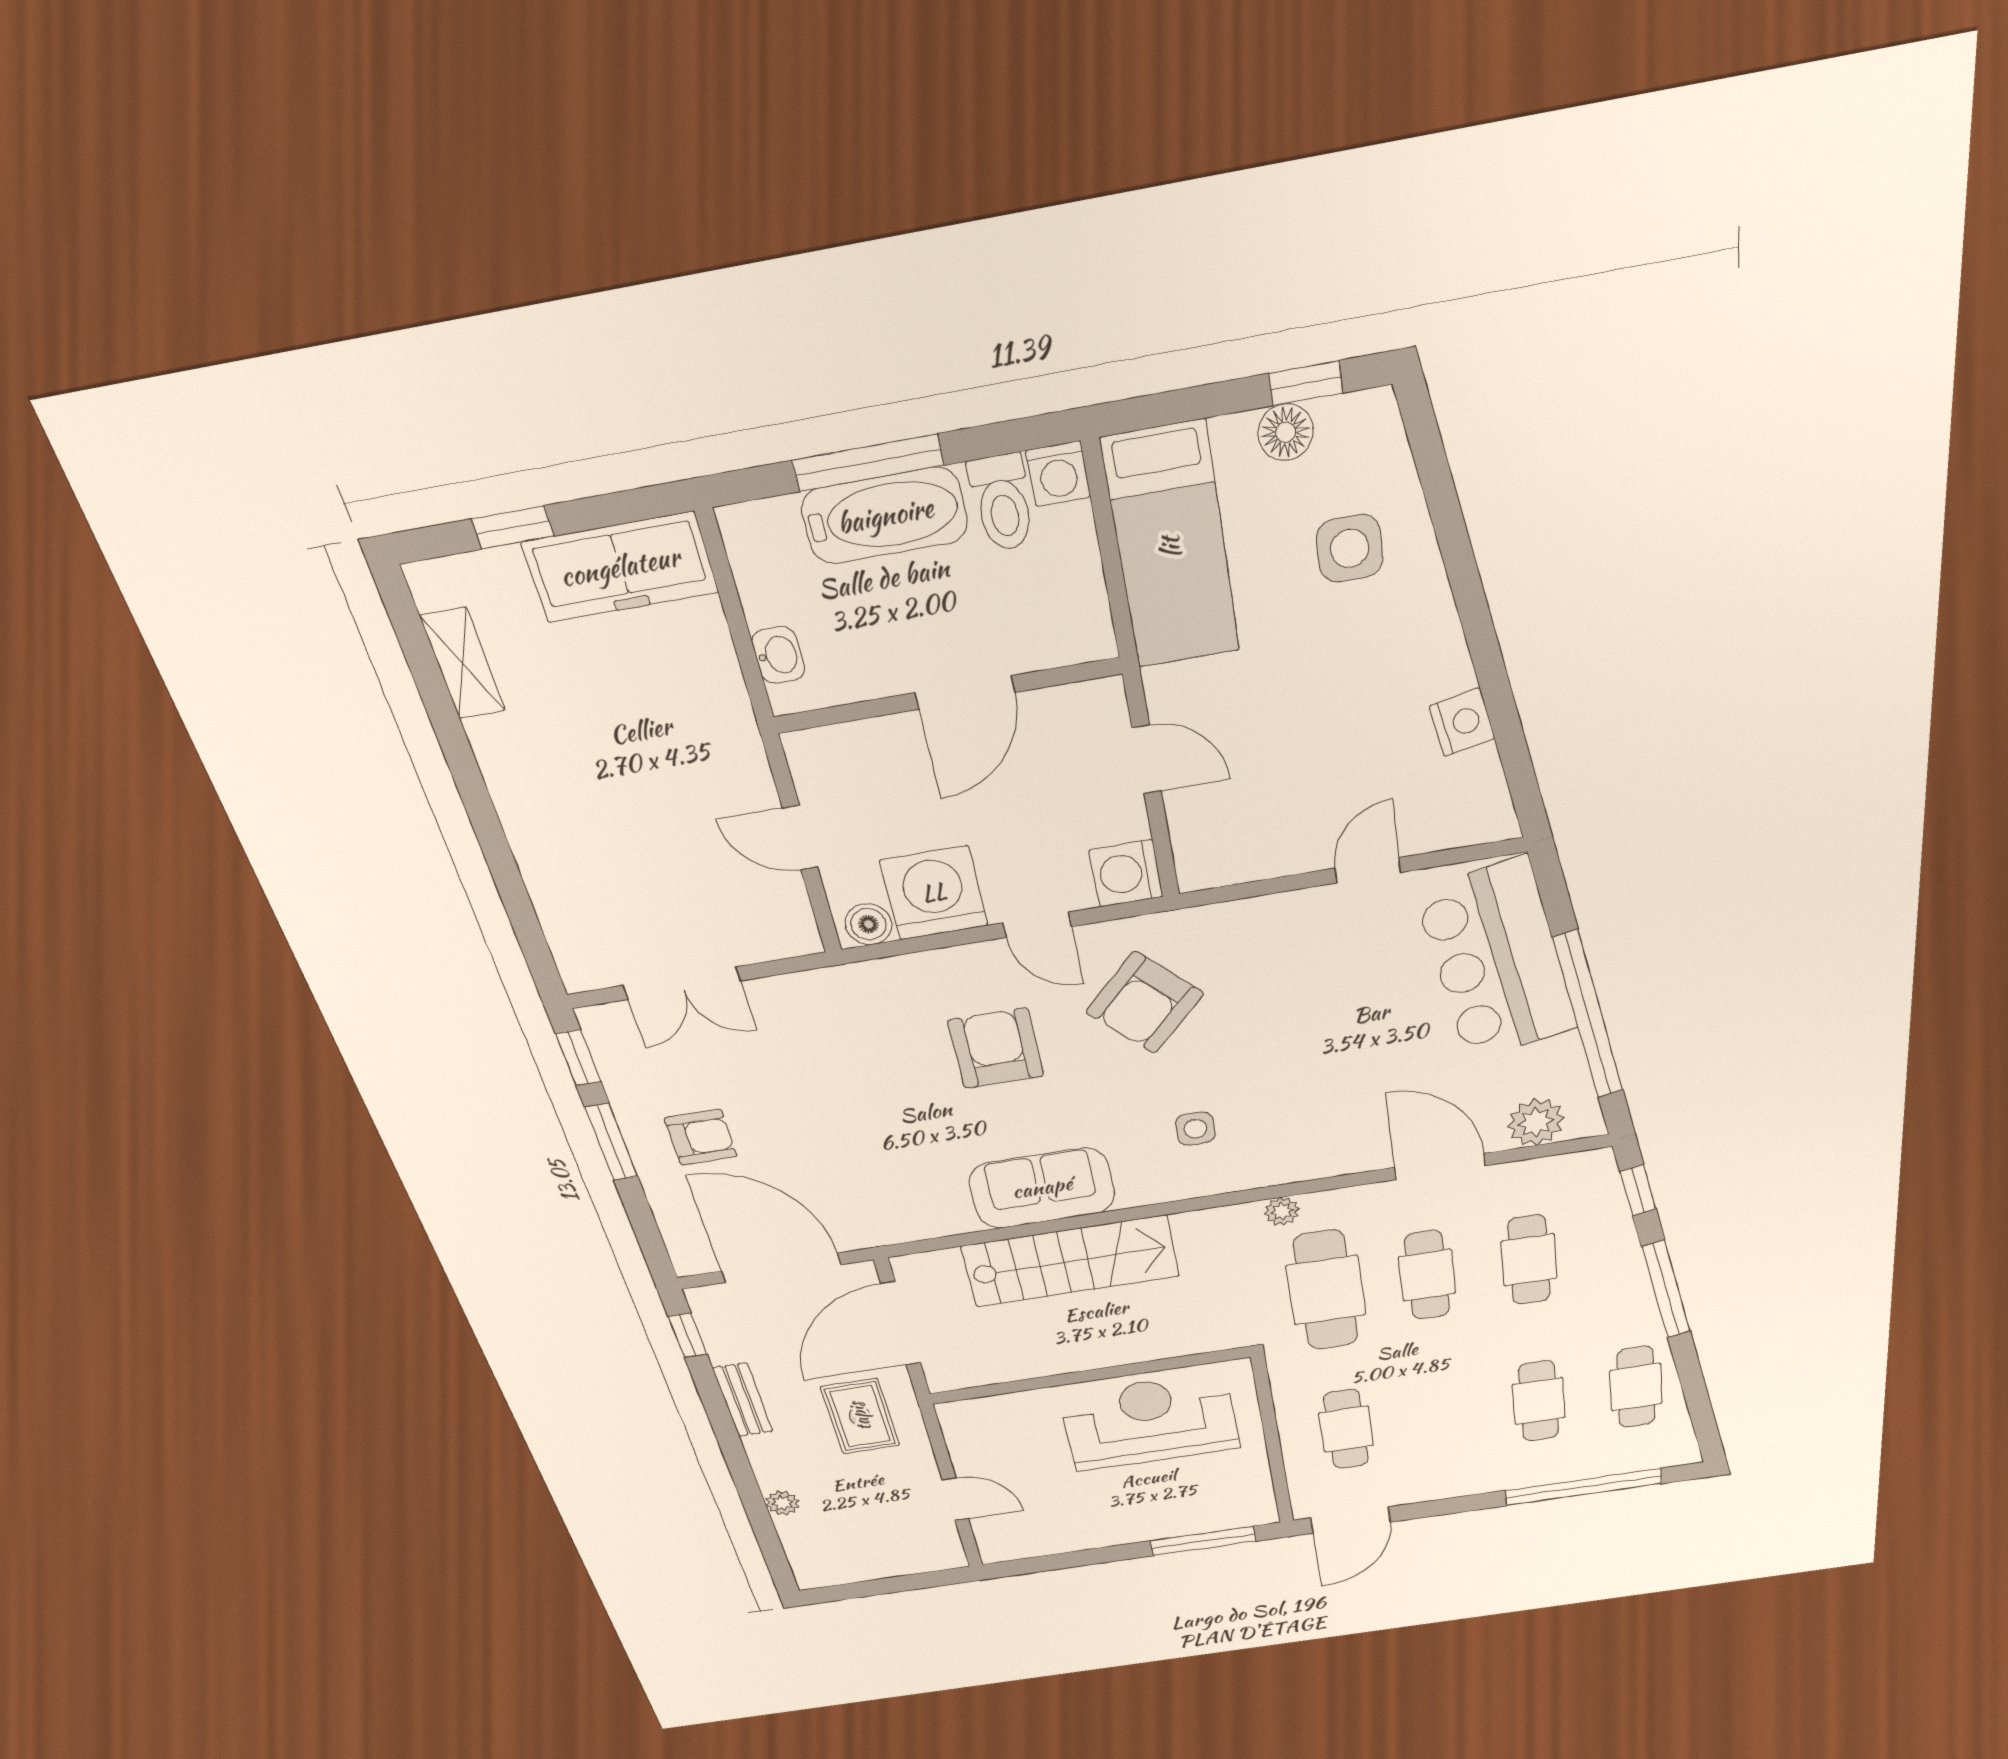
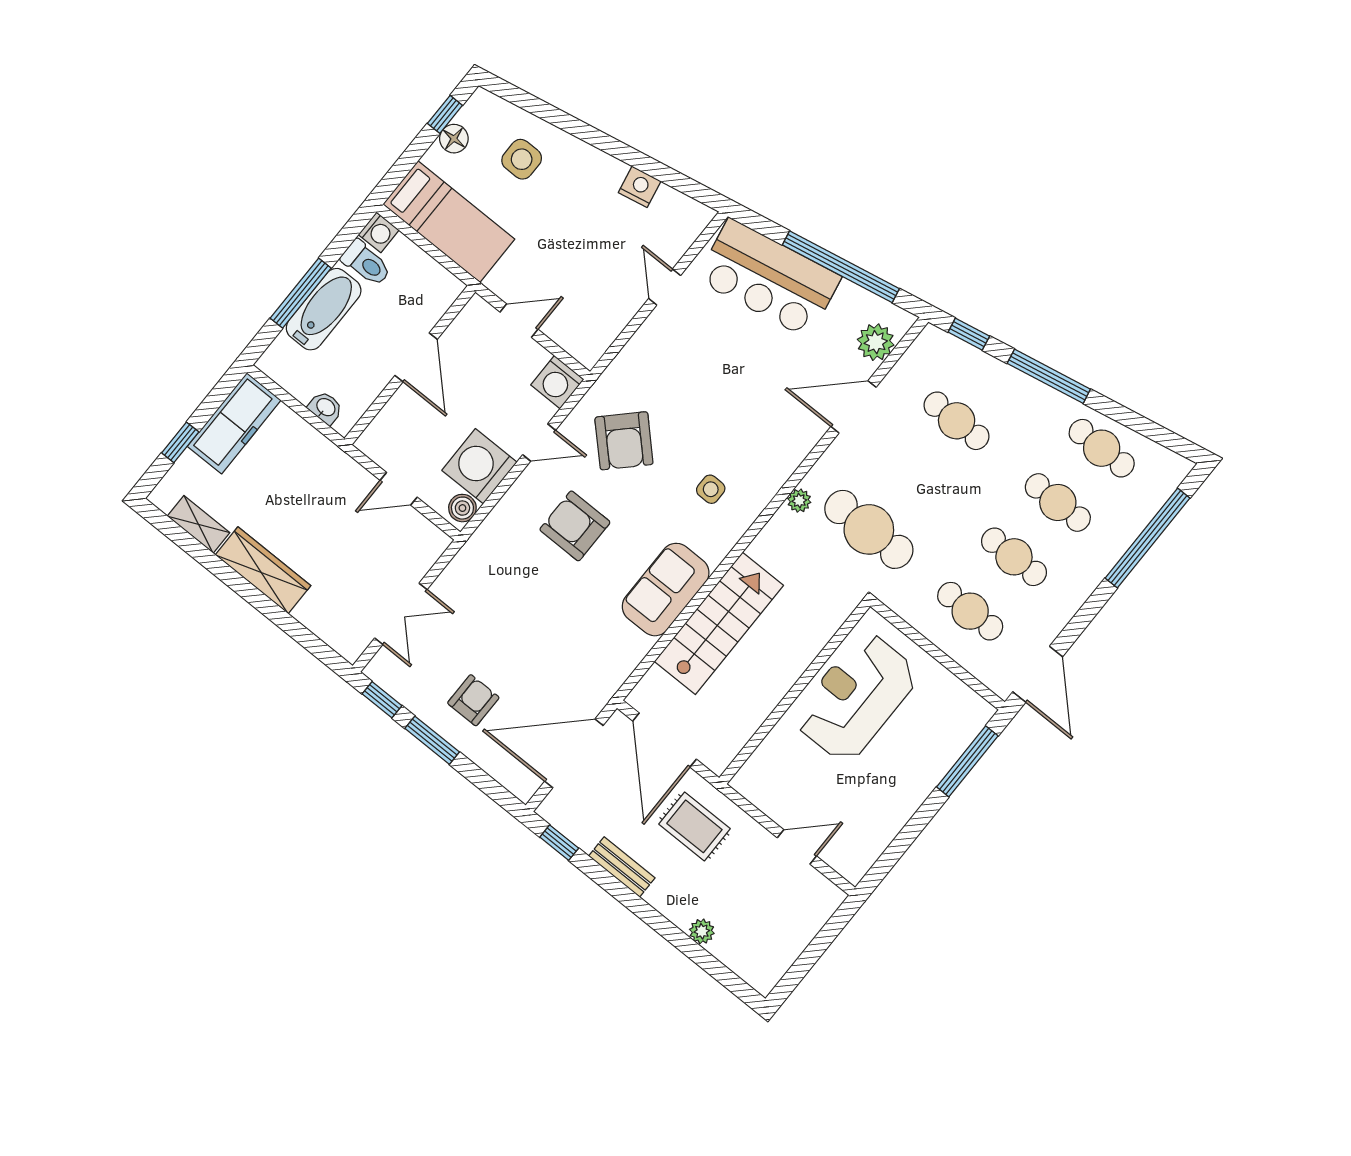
wardrobe: (521, 794) -> (263, 570), added
cafe table: (1427, 1275) -> (1014, 557), moved

